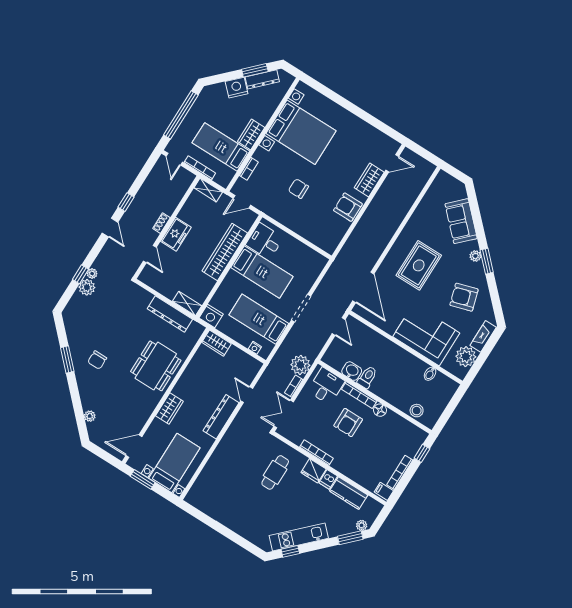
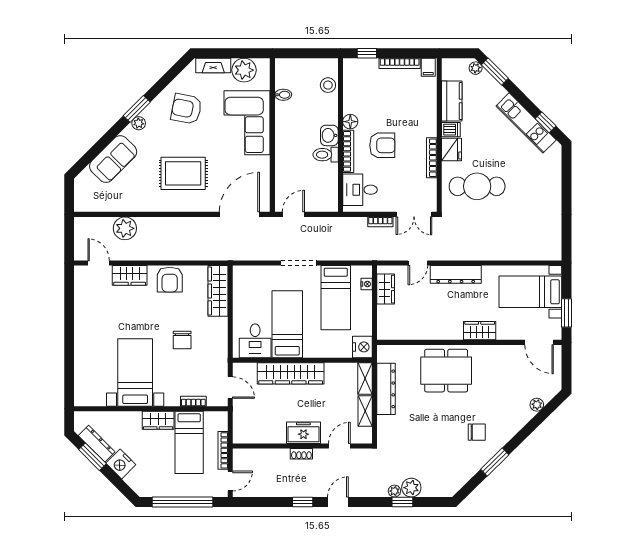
bed with nightstands: (301, 132) -> (135, 373), width x0.73
shelving: (208, 190) -> (365, 411), moved
wardrobe: (318, 237) -> (218, 291), added
armchair: (464, 297) -> (186, 109), turned 118
wardrobe: (217, 343) -> (386, 289), moved
plant: (300, 365) -> (125, 228), moved
washbasin: (352, 371) -> (329, 135), moved
cafe table: (275, 472) -> (477, 186), width x1.37, depth x1.35

